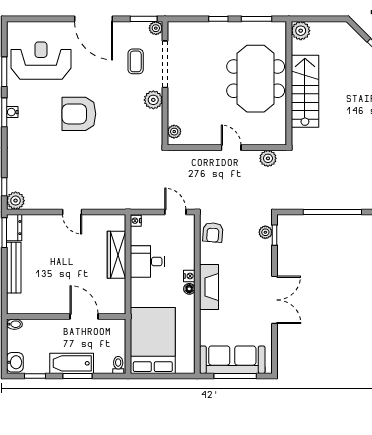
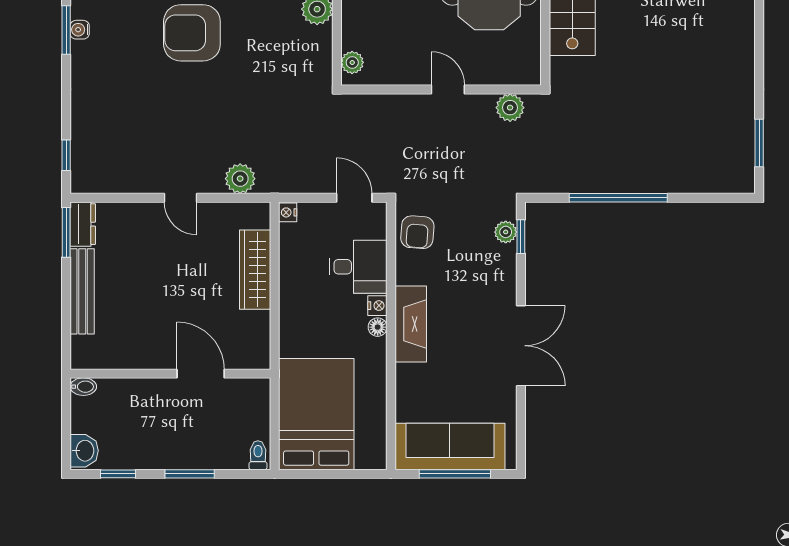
plant: (16, 201) -> (240, 179), moved
desk: (148, 262) -> (358, 267), moved, turned 180
bathtub: (72, 363) -> (180, 452), removed

